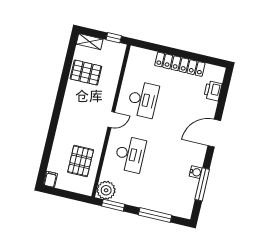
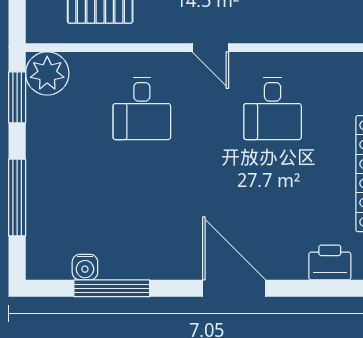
desk: (143, 100) -> (273, 109), width x0.73
desk: (130, 154) -> (142, 109), width x0.73
water cooler: (196, 172) -> (85, 267), moved

